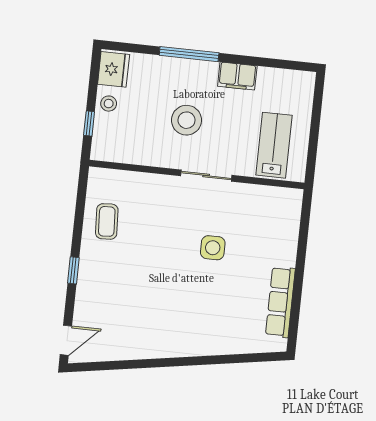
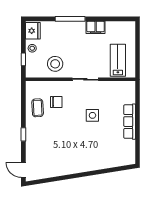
stool: (187, 120) -> (55, 64), moved
chair: (145, 214) -> (56, 102), added
row of seats: (280, 302) -> (130, 122), moved
door: (66, 340) -> (23, 170), swing flipped

